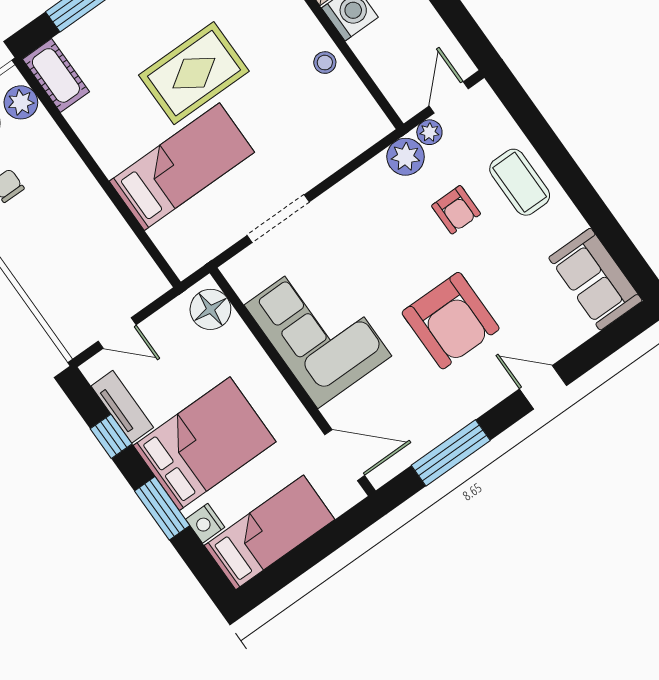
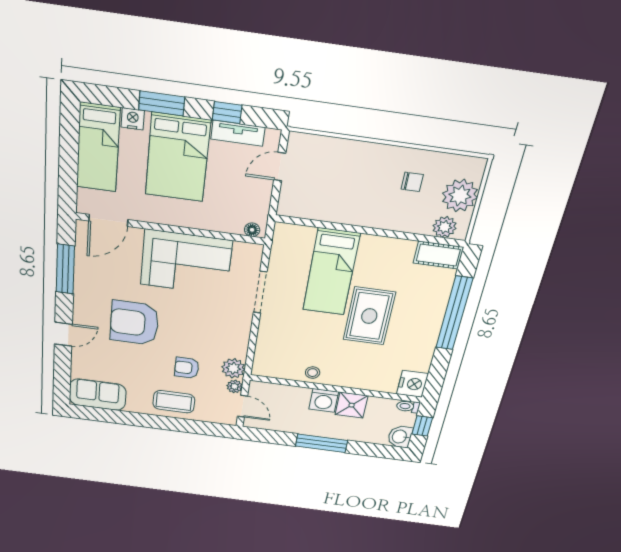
floor lamp: (210, 309) -> (252, 230), width x0.53, depth x0.53

